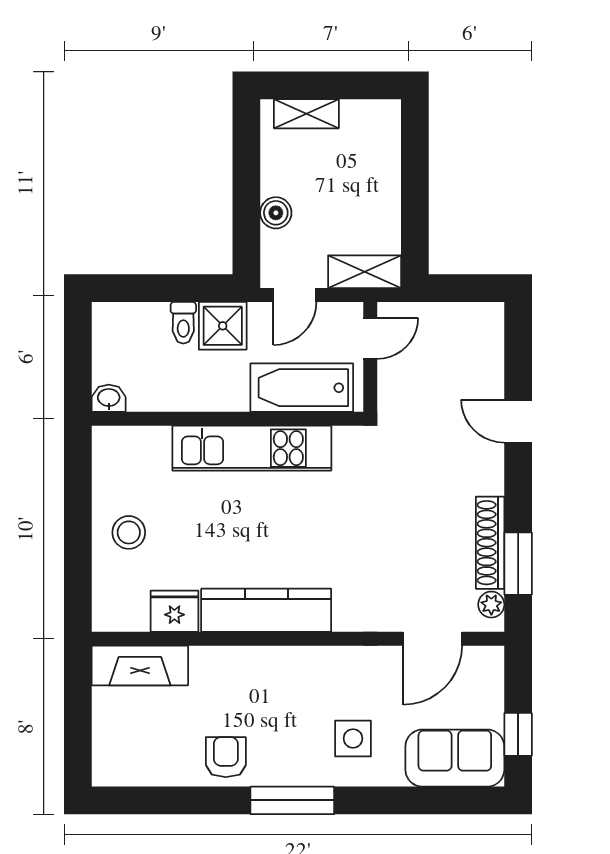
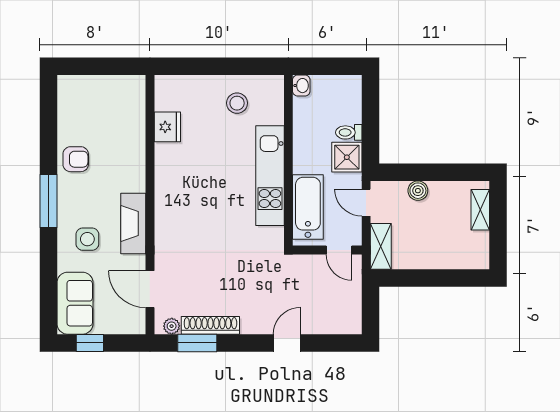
stool: (129, 532) -> (237, 103), moved
kitchen counter: (266, 610) -> (168, 185), removed
fireplace: (140, 666) -> (133, 223), moved

